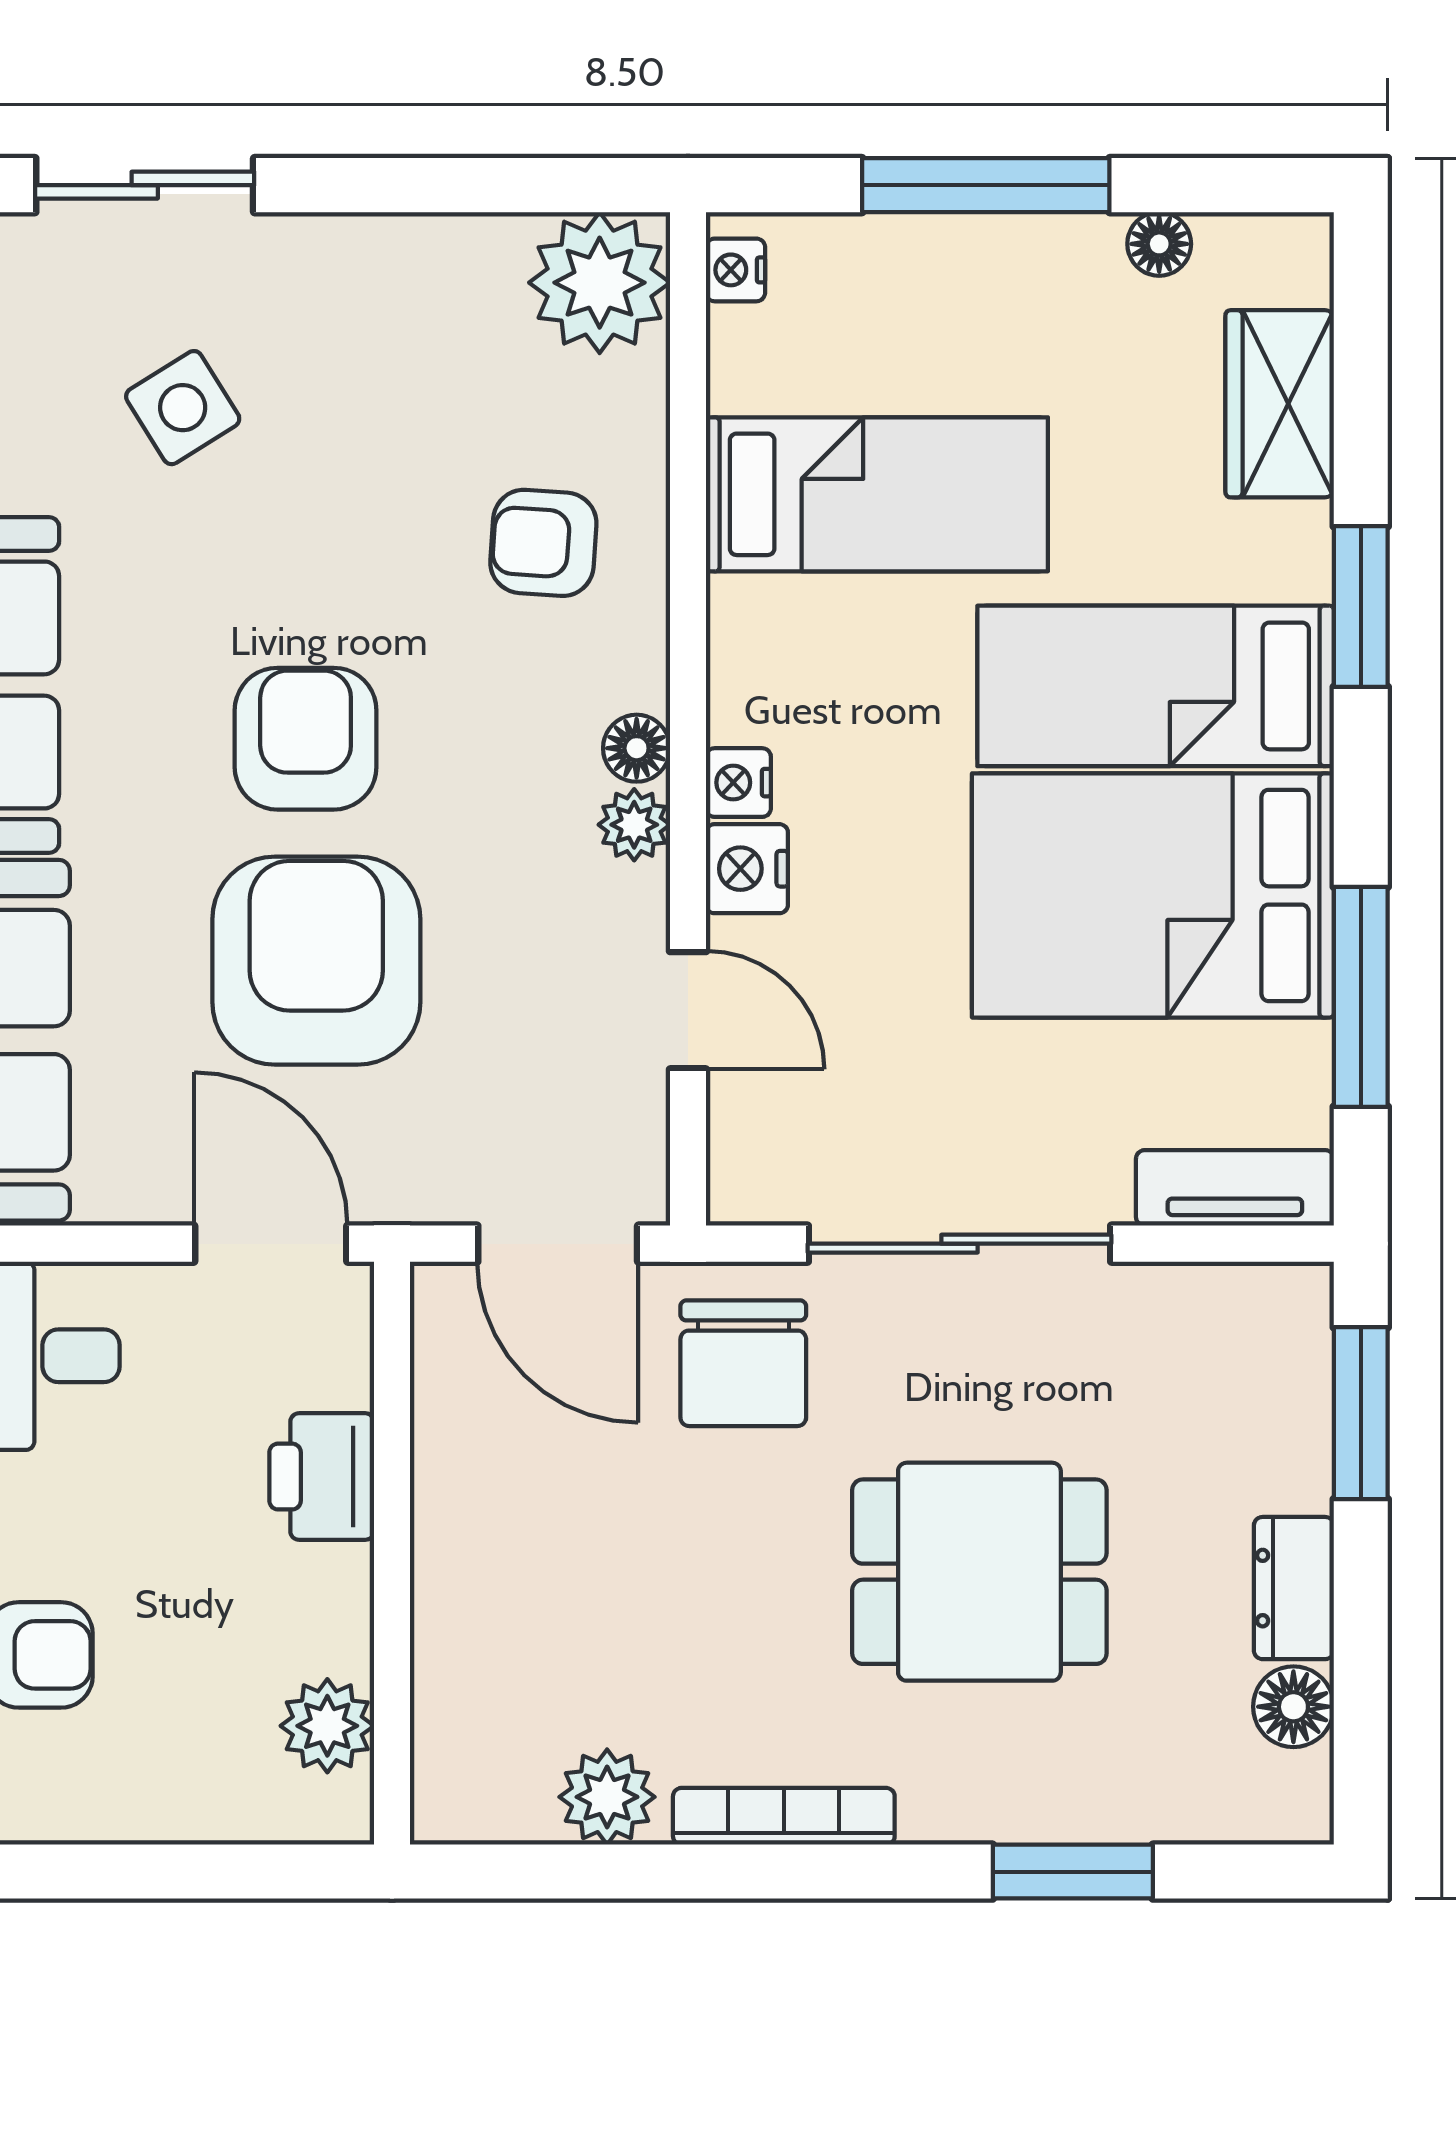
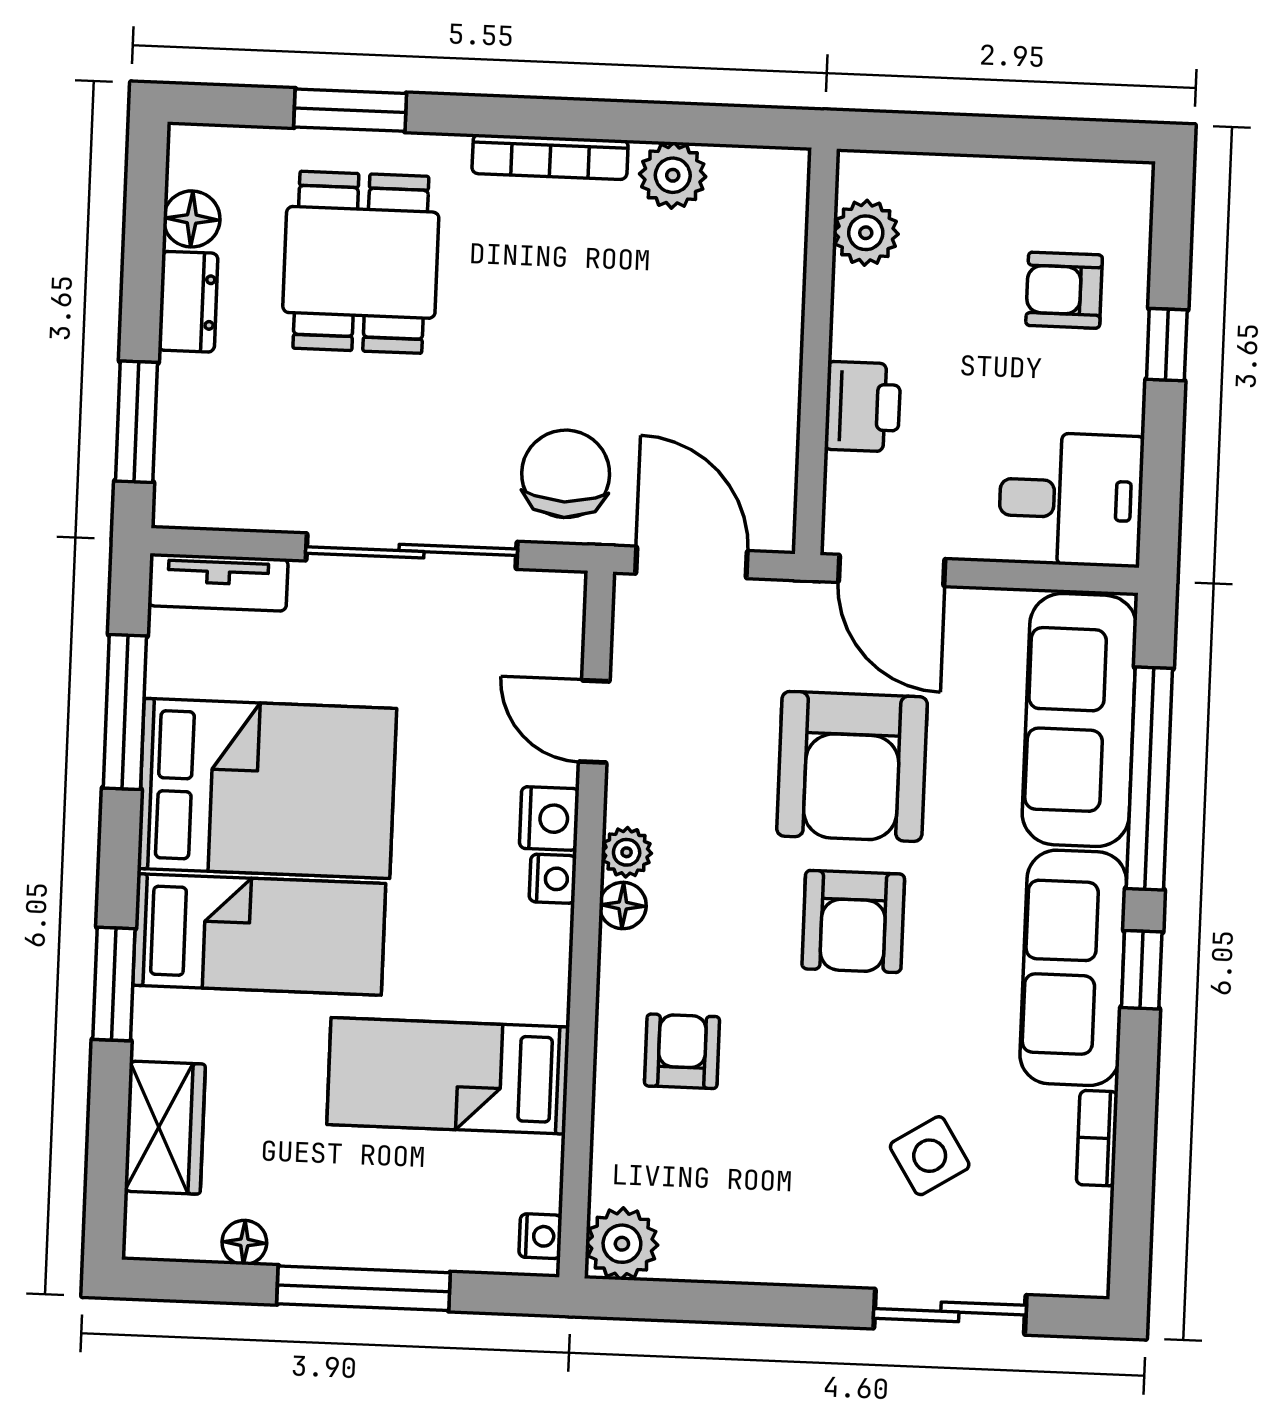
plant: (600, 283) -> (622, 1244), width x0.73, depth x0.73
armchair: (543, 543) -> (682, 1051), turned -94
dining table: (979, 1572) -> (361, 262), moved, turned 90

